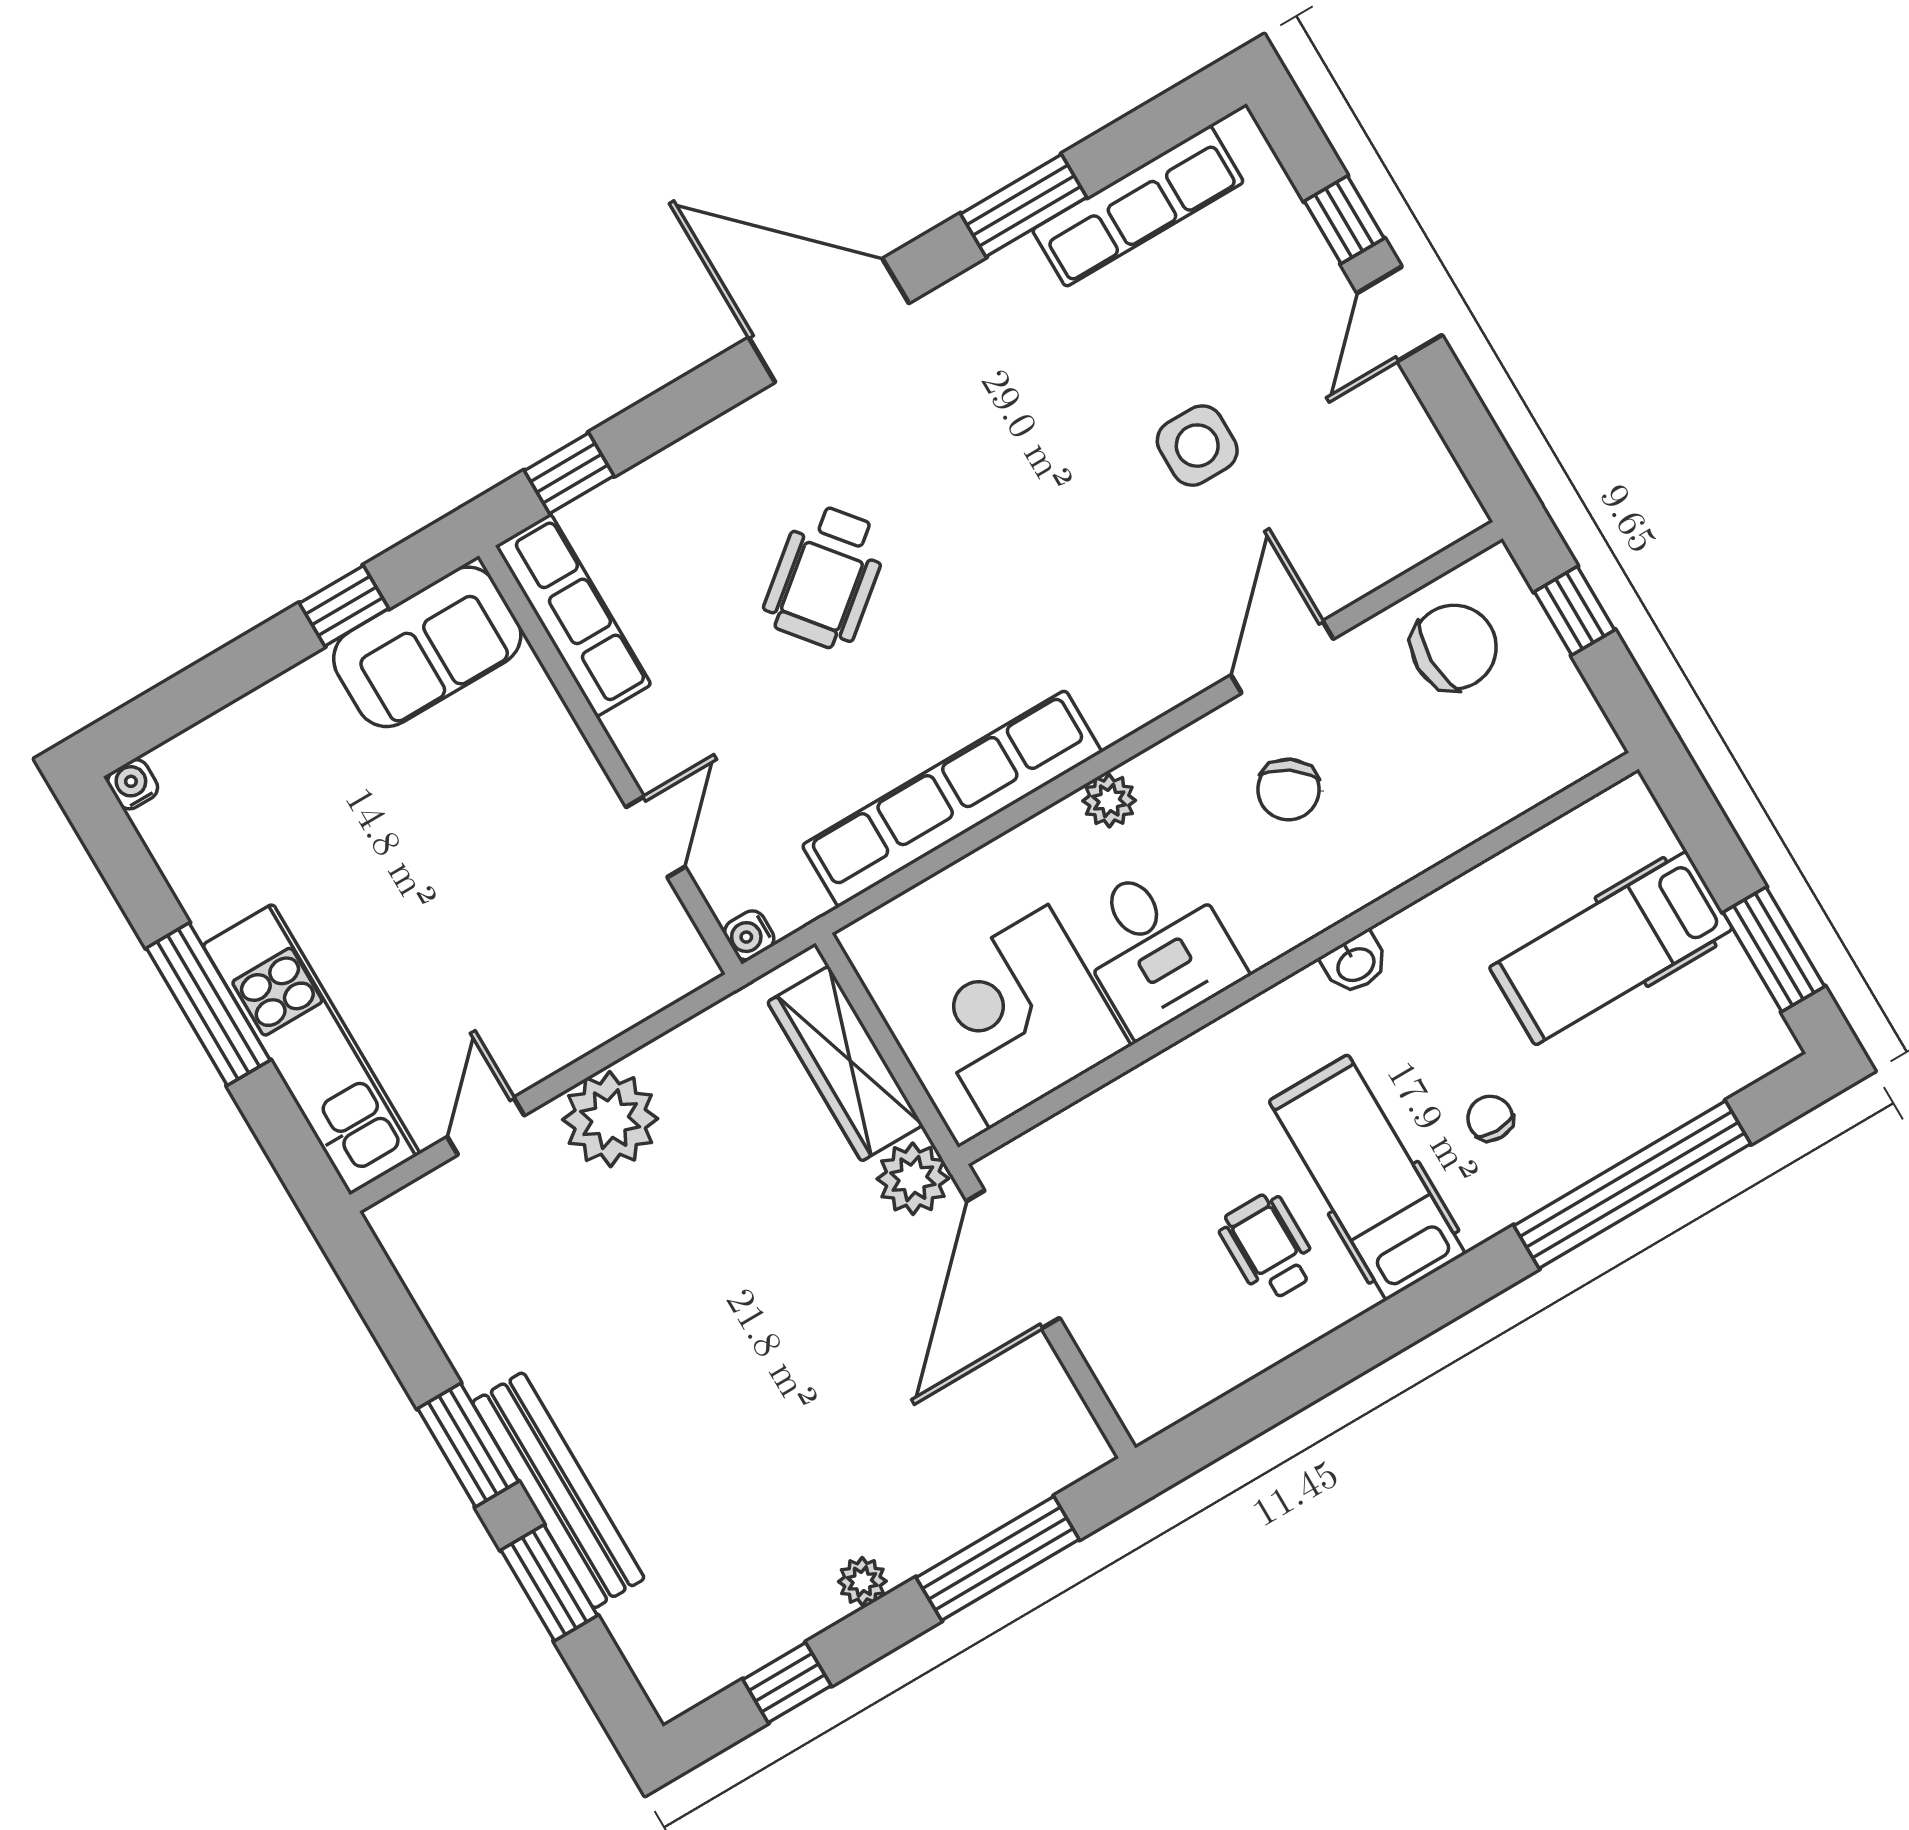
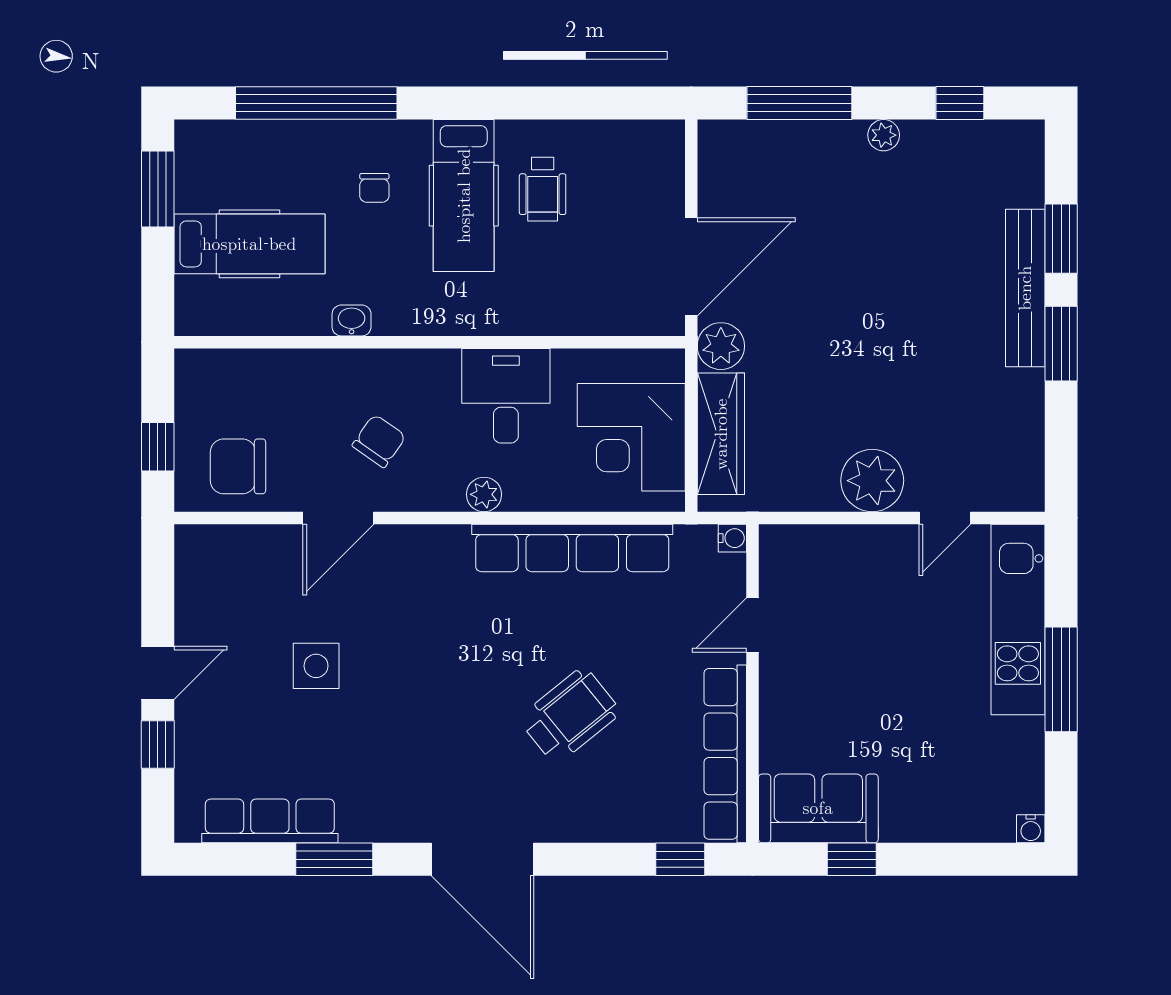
row of seats: (573, 615) -> (725, 754), width x1.36
washbasin: (1355, 963) -> (352, 320), moved
corner desk: (1019, 1017) -> (631, 437), moved, turned 90

